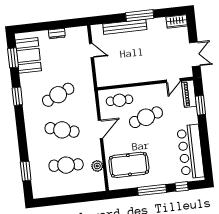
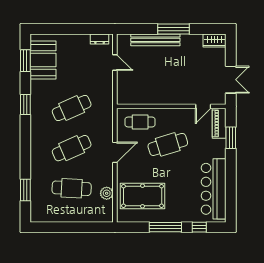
dresser: (57, 34) -> (100, 39), moved
cafe table: (62, 130) -> (72, 148), turned -39

